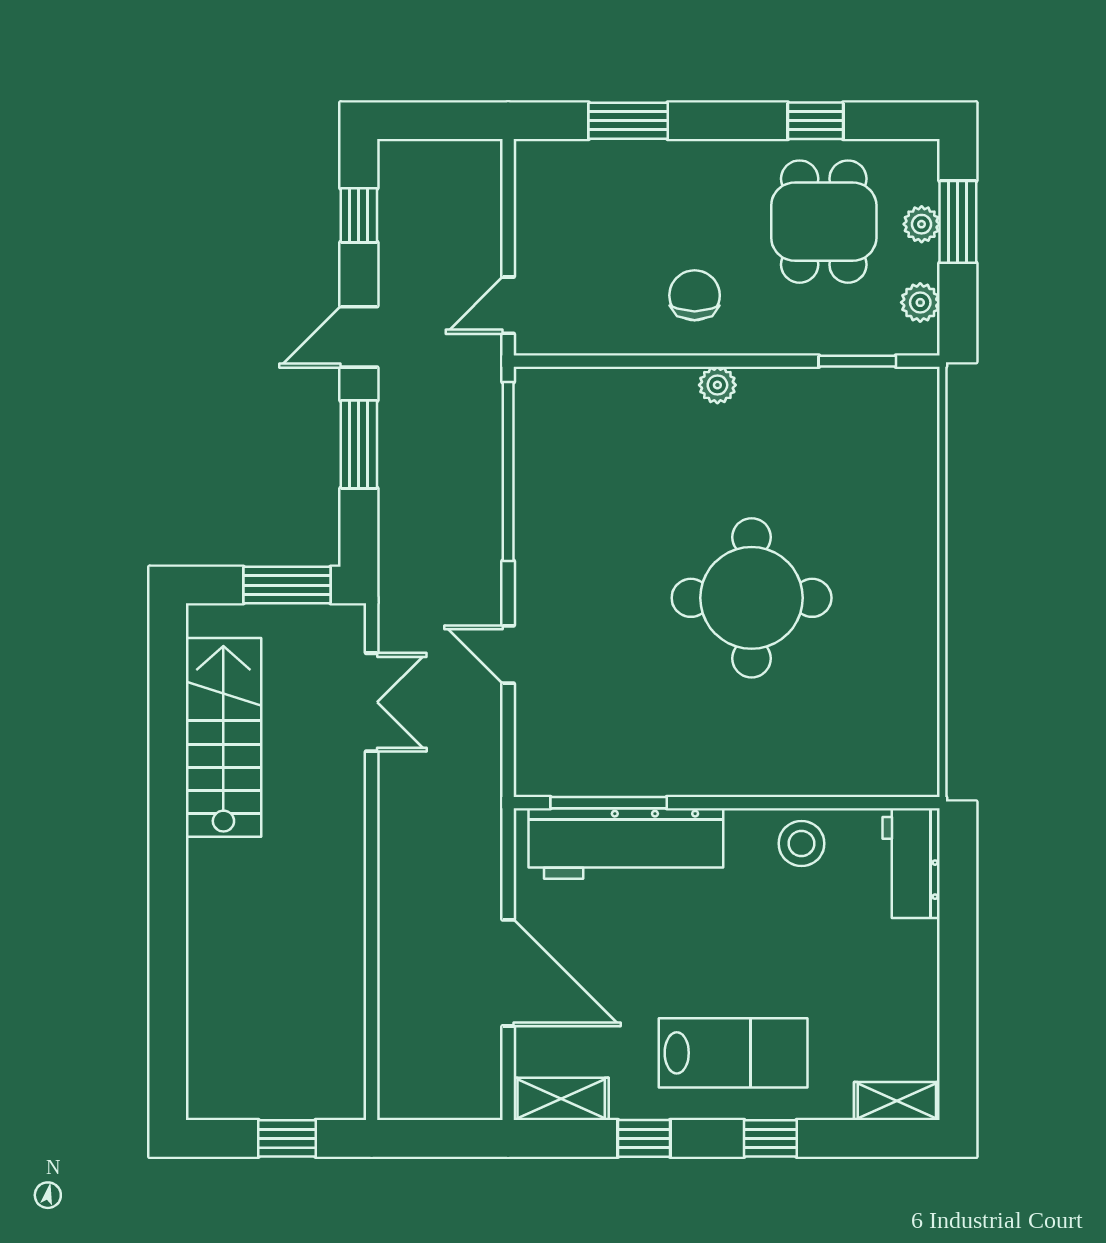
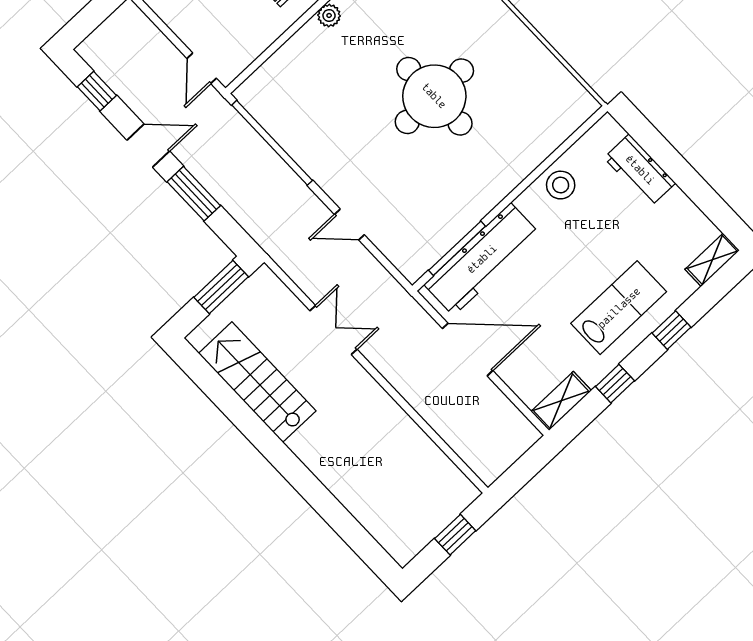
door: (359, 337) -> (148, 146), swing flipped
double door: (372, 702) -> (333, 330), moved
workbench: (911, 863) -> (640, 170), moved
door: (508, 973) -> (468, 350), moved

